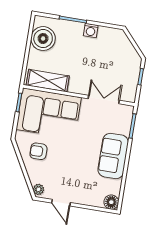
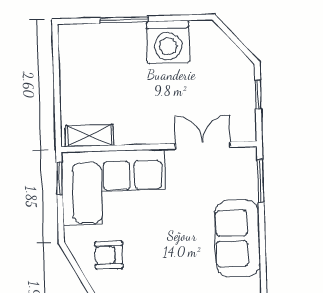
washing machine: (91, 30) -> (168, 42), width x1.89, depth x1.89
boiler: (43, 39) -> (79, 62), removed
shelving: (48, 81) -> (89, 136), width x0.67, depth x0.75

